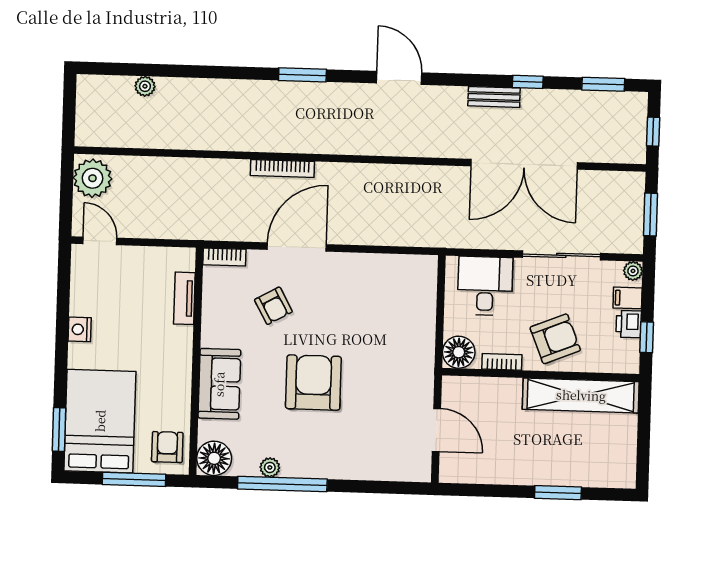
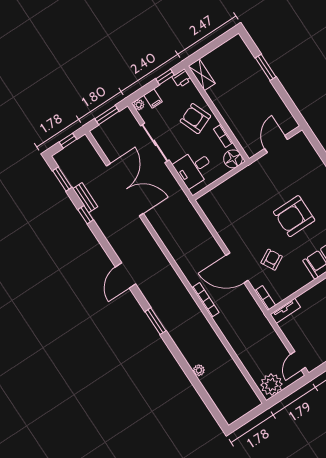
plant: (145, 86) -> (199, 370), moved
bench: (494, 97) -> (85, 198), moved
tv unit: (184, 298) -> (285, 311), moved
printer: (629, 324) -> (182, 78), moved
shelving: (581, 395) -> (202, 75), width x0.45, depth x0.75

